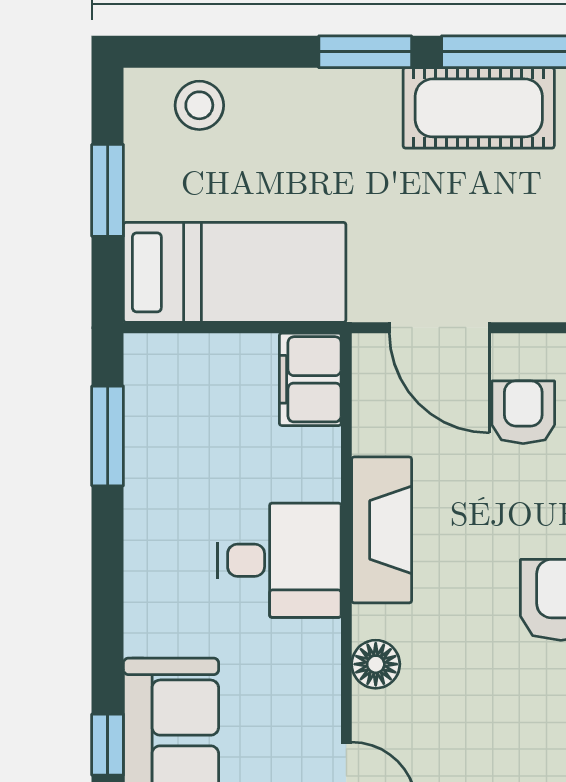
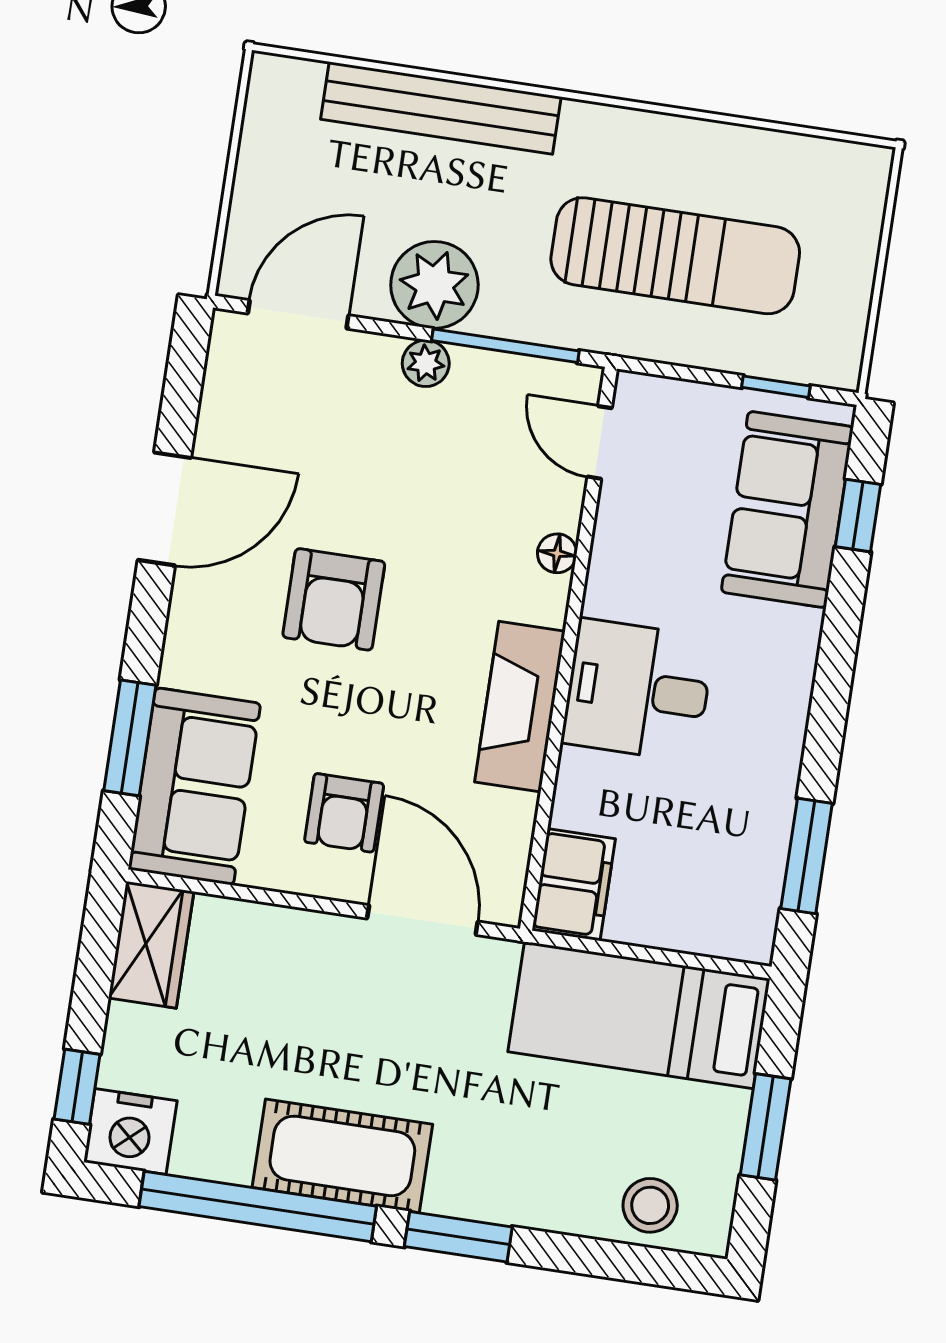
floor lamp: (376, 664) -> (557, 553), width x0.73, depth x0.73

